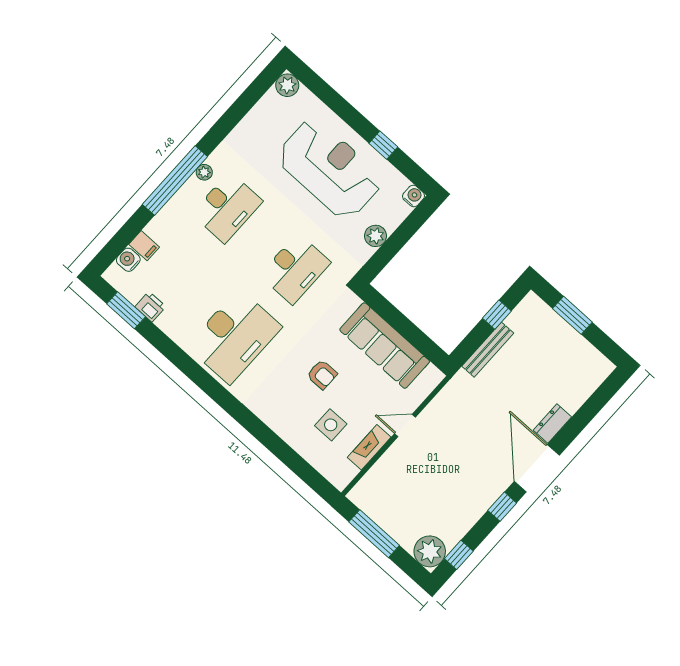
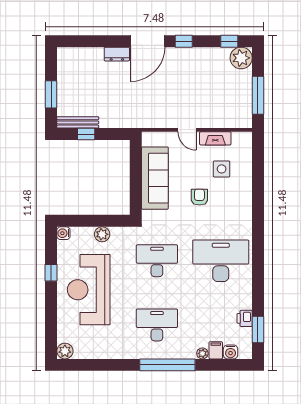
plant: (204, 172) -> (202, 353), moved
bench: (488, 350) -> (78, 122), moved

